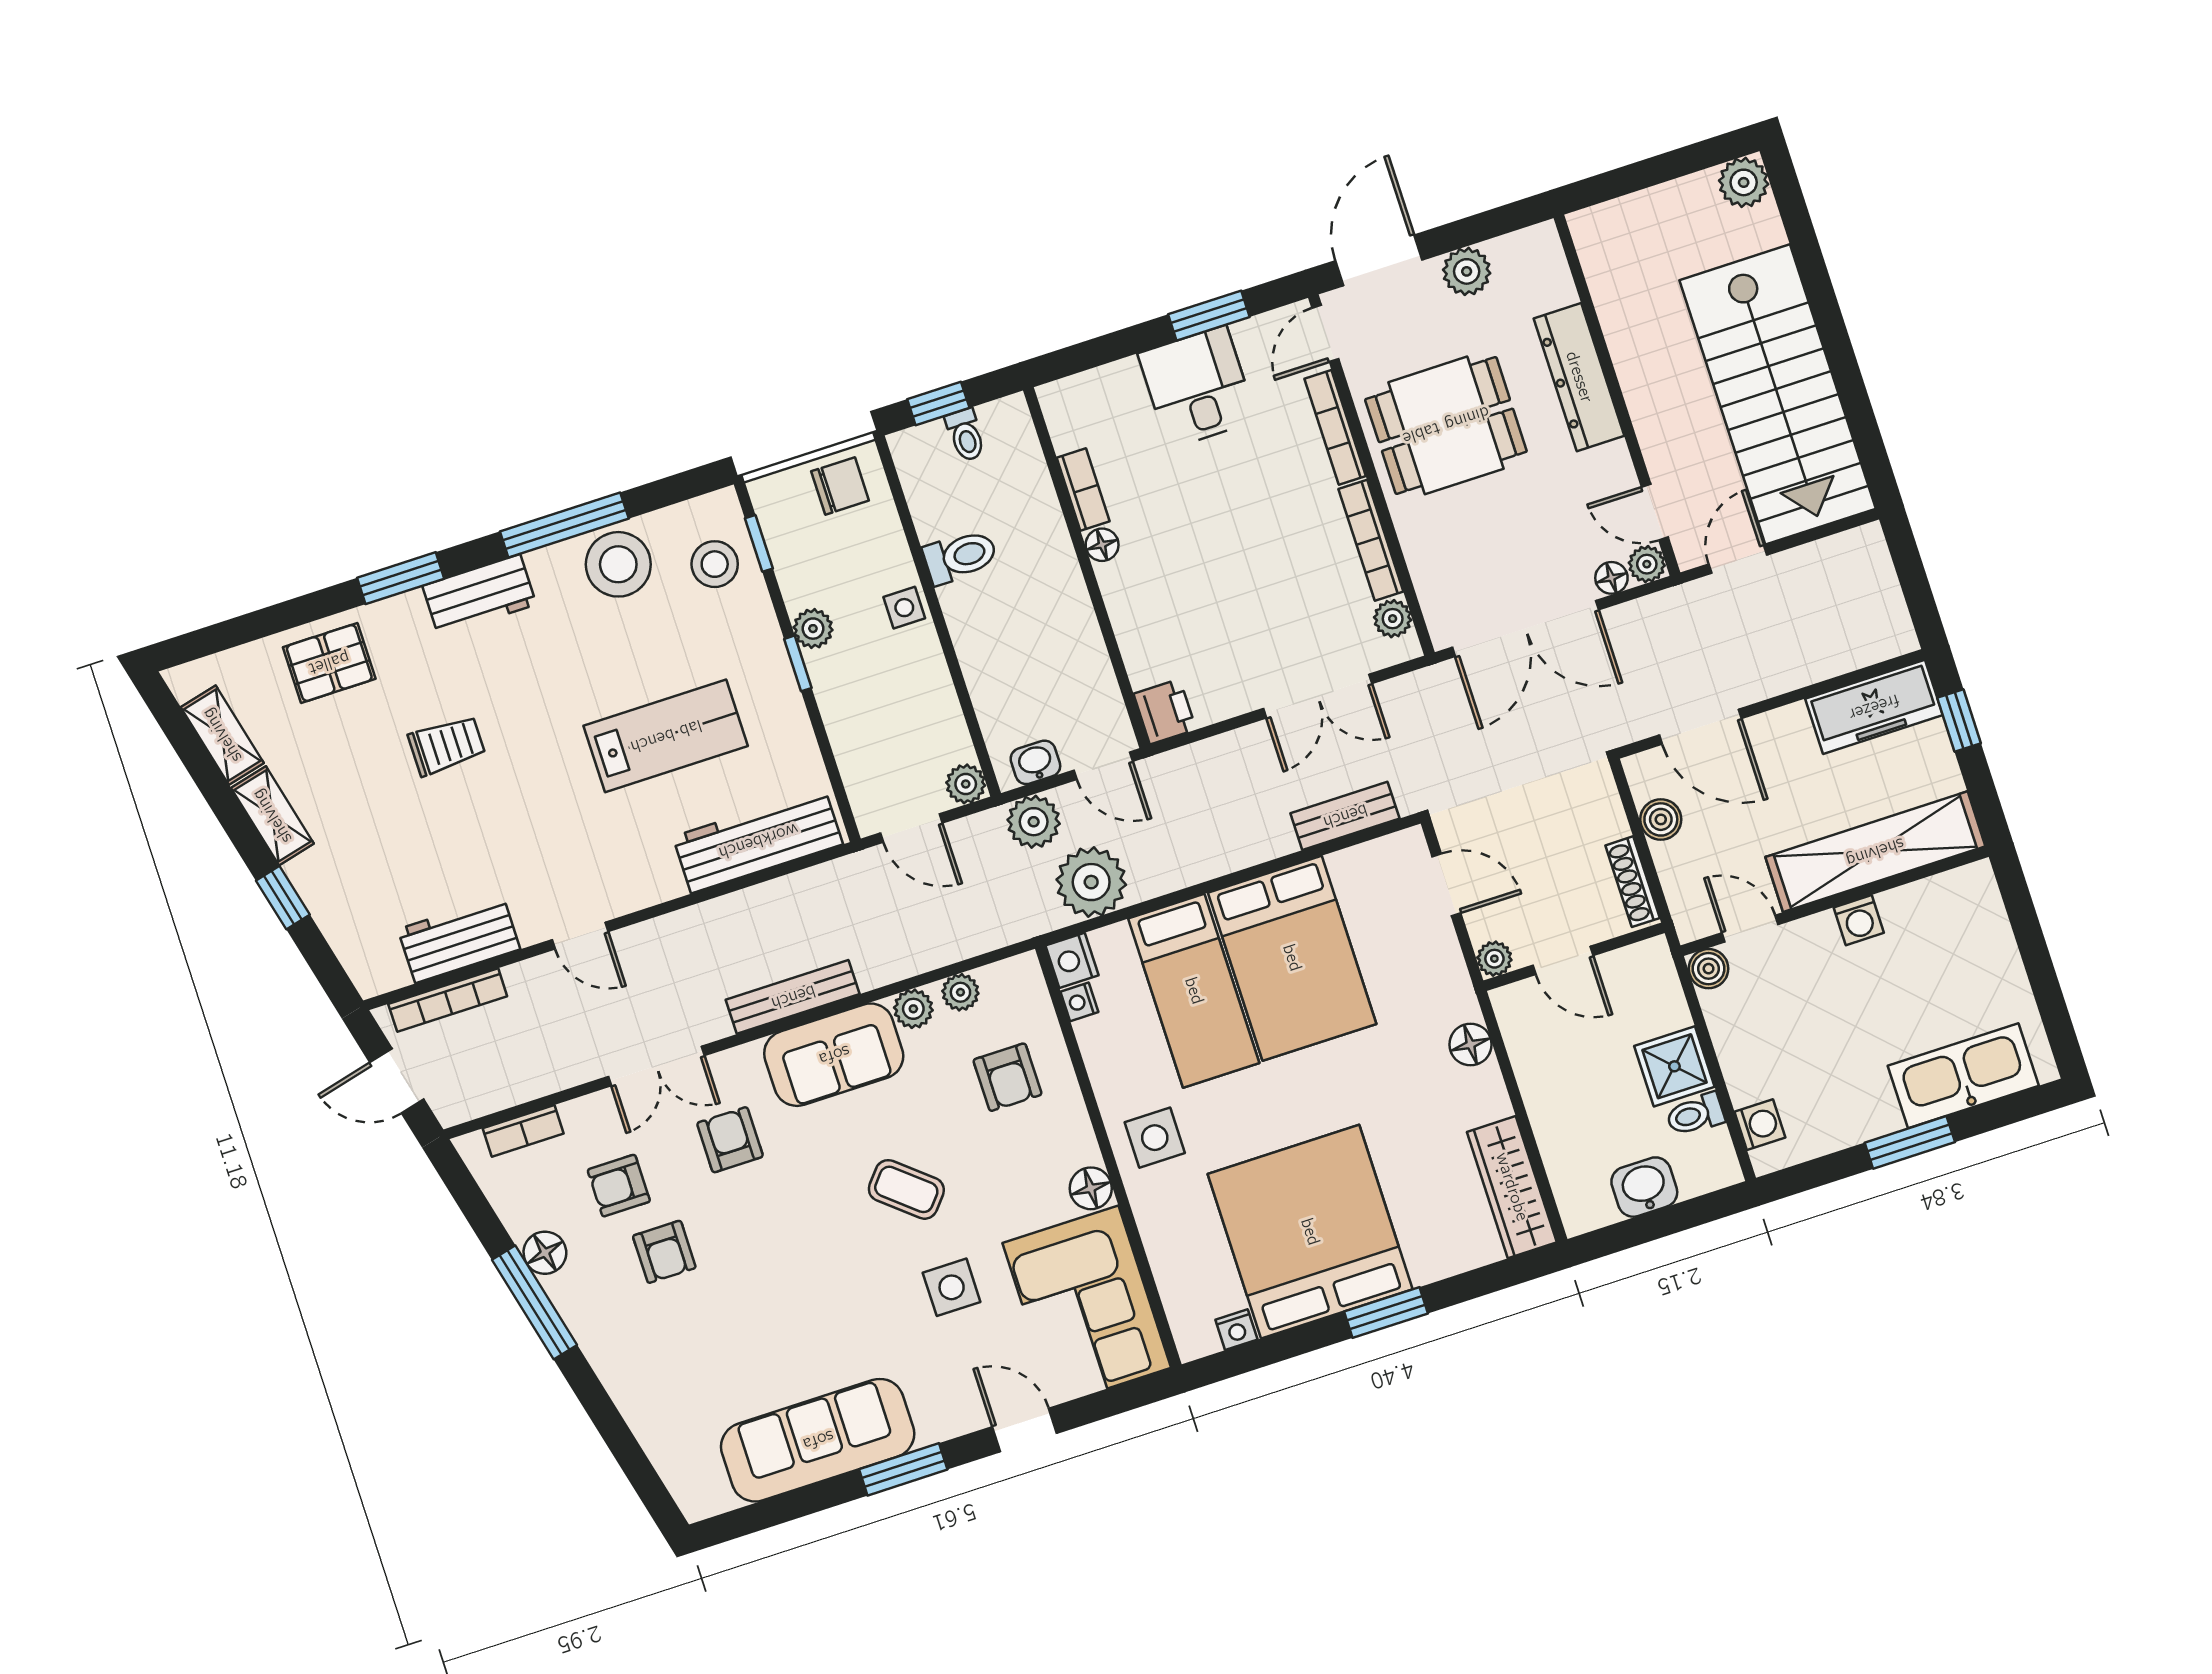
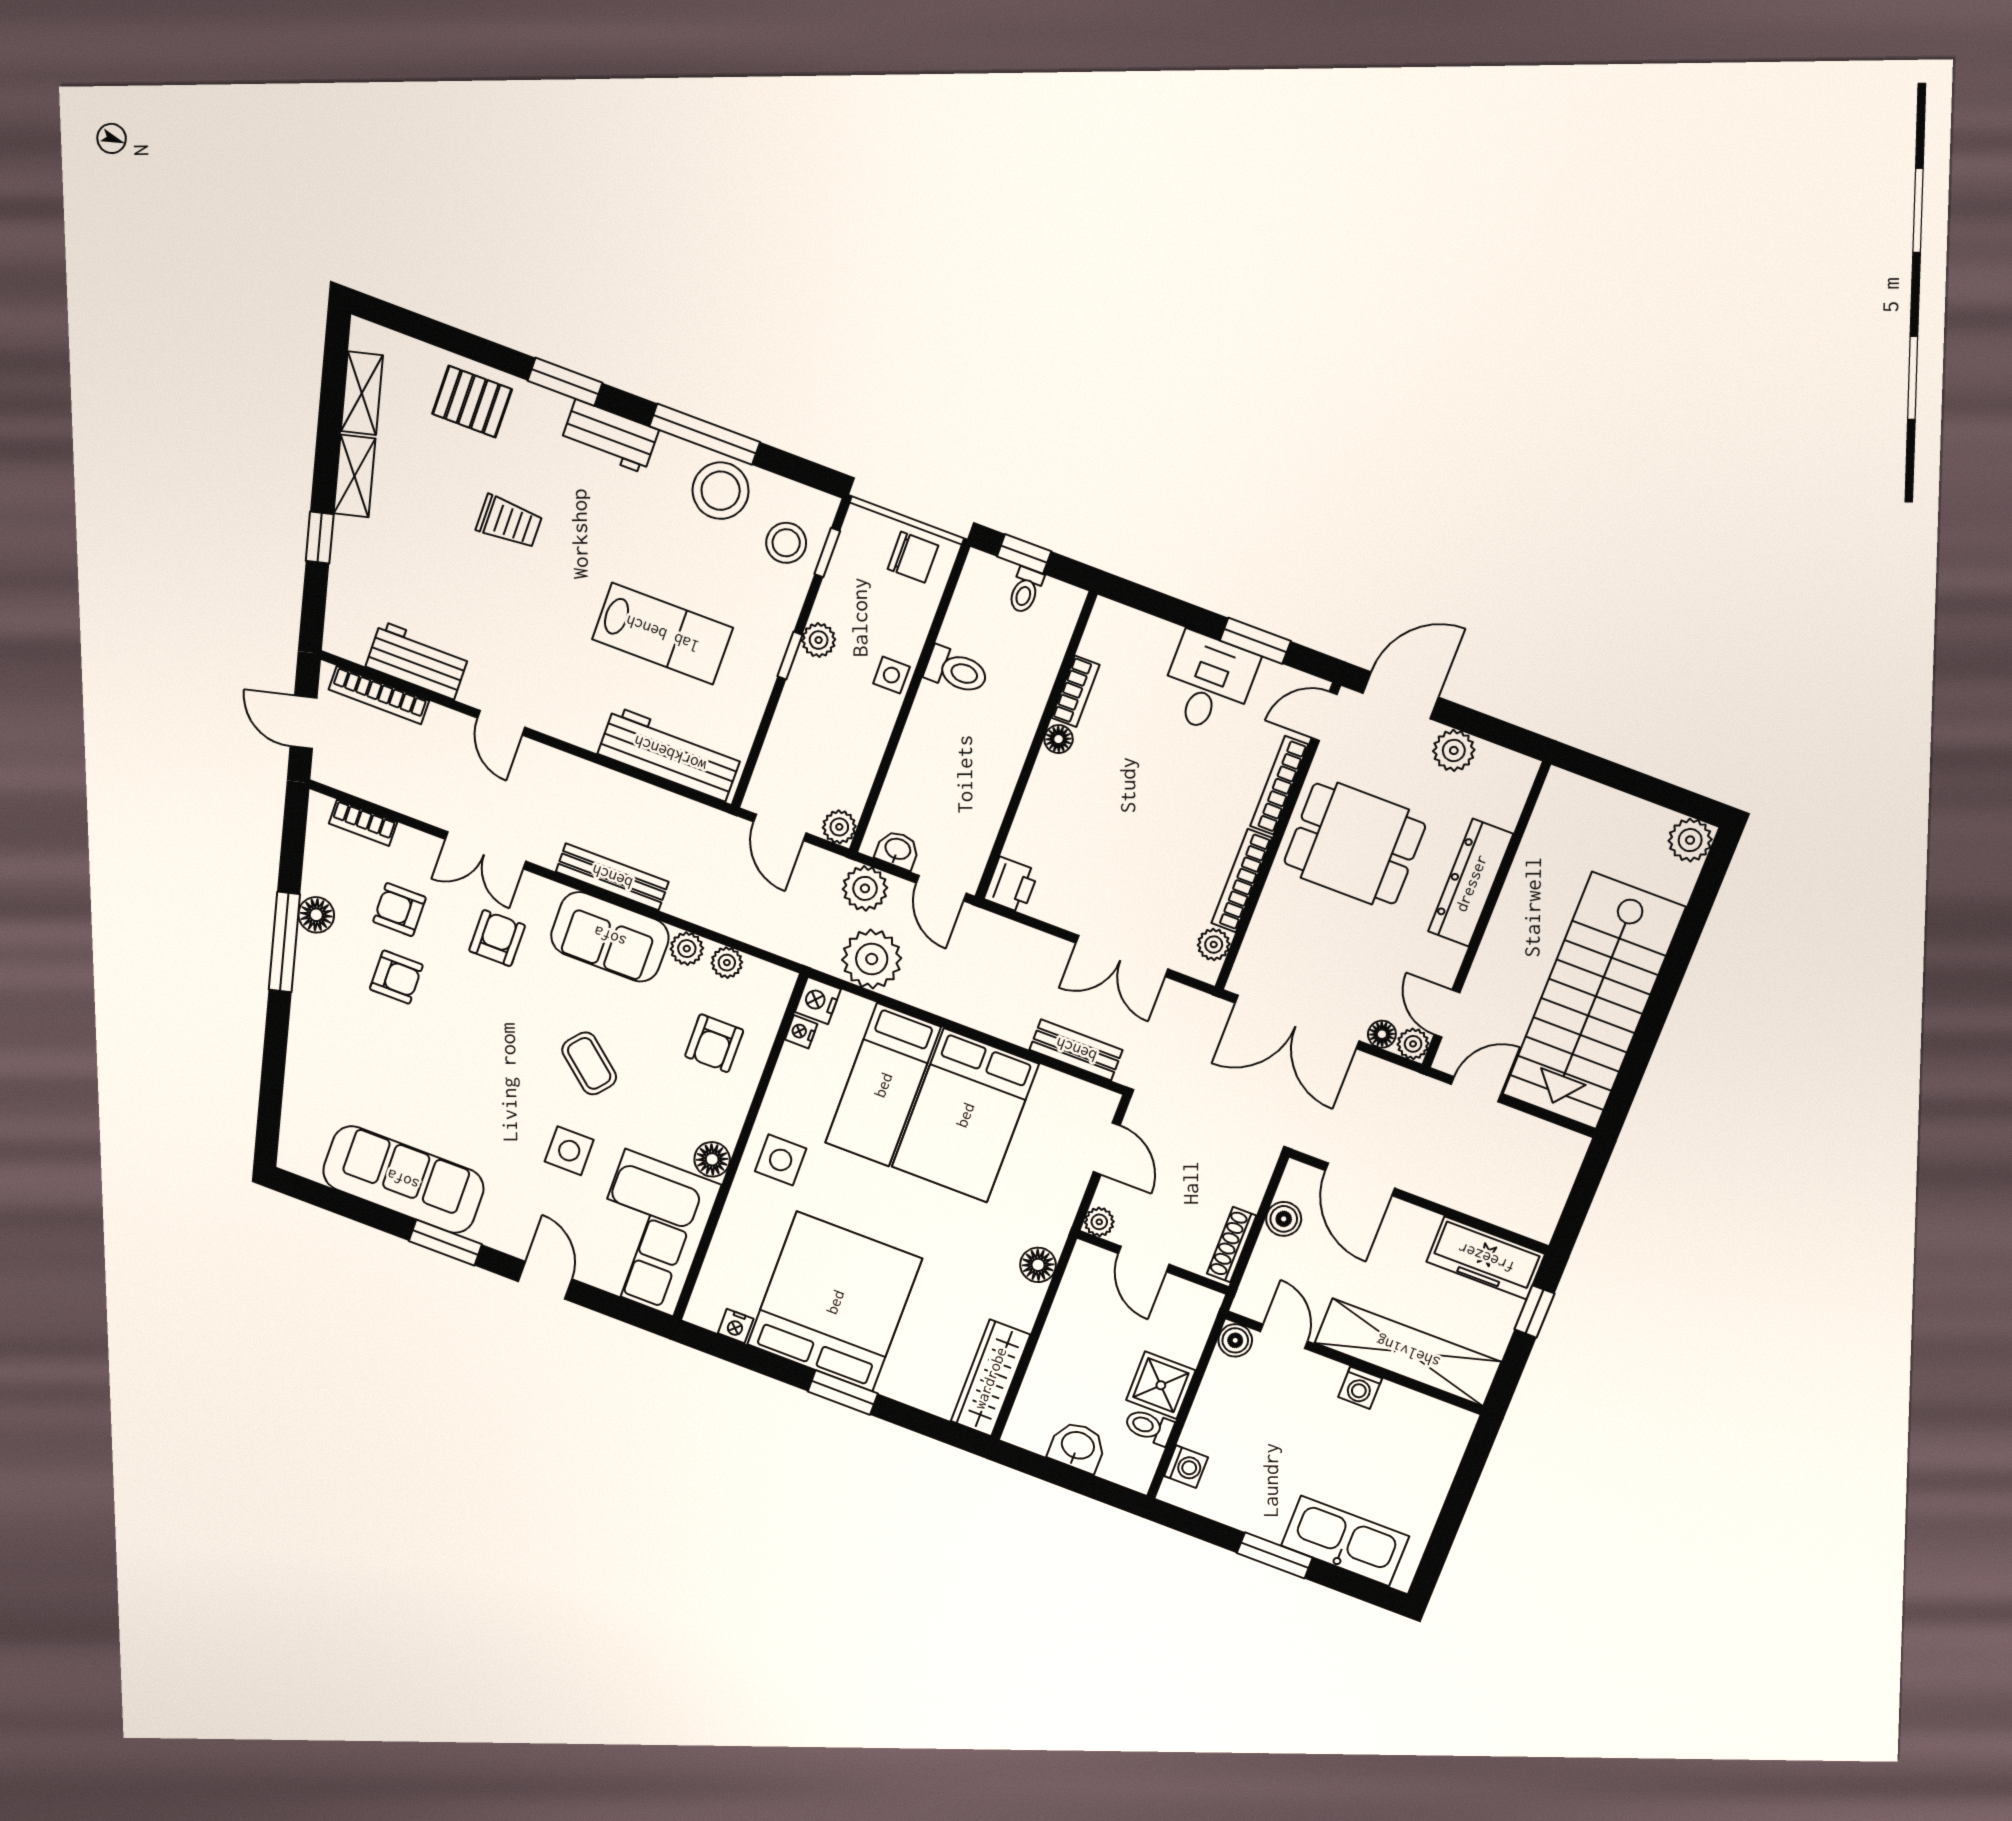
armchair: (664, 1252) -> (396, 977), turned -90

